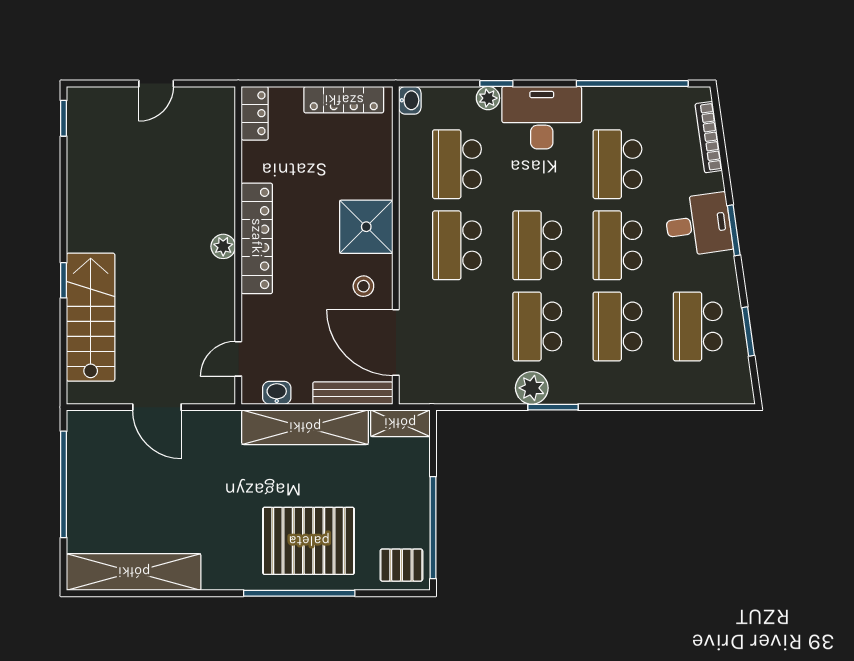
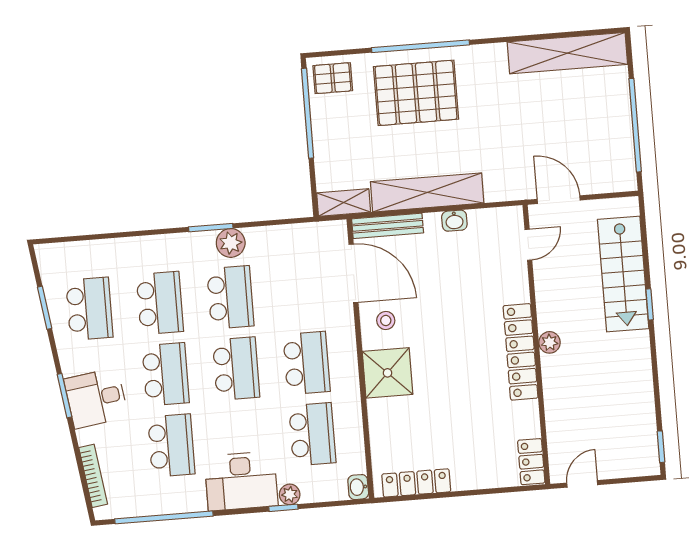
locker: (255, 113) -> (531, 462), moved
locker: (257, 238) -> (521, 352), moved
wall: (238, 245) -> (536, 344), moved
plant: (223, 246) -> (549, 342), moved
door: (238, 359) -> (528, 245), moved

